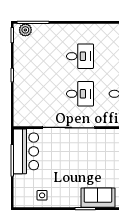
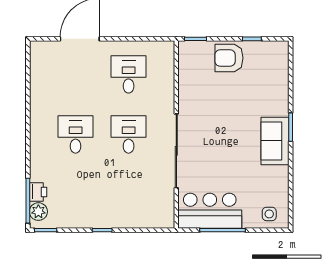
printer: (39, 30) -> (38, 192), added
side table: (42, 195) -> (269, 214), moved
sofa: (98, 198) -> (275, 141), moved

